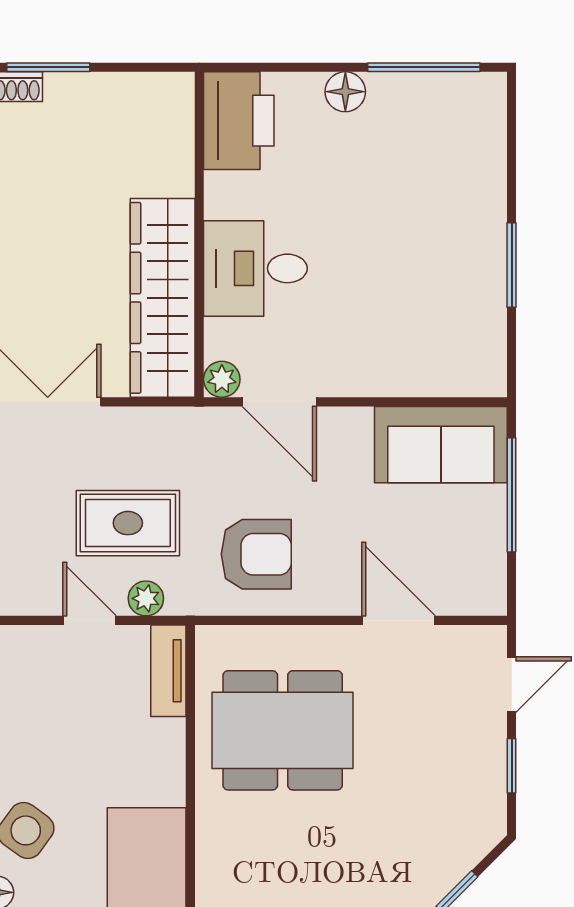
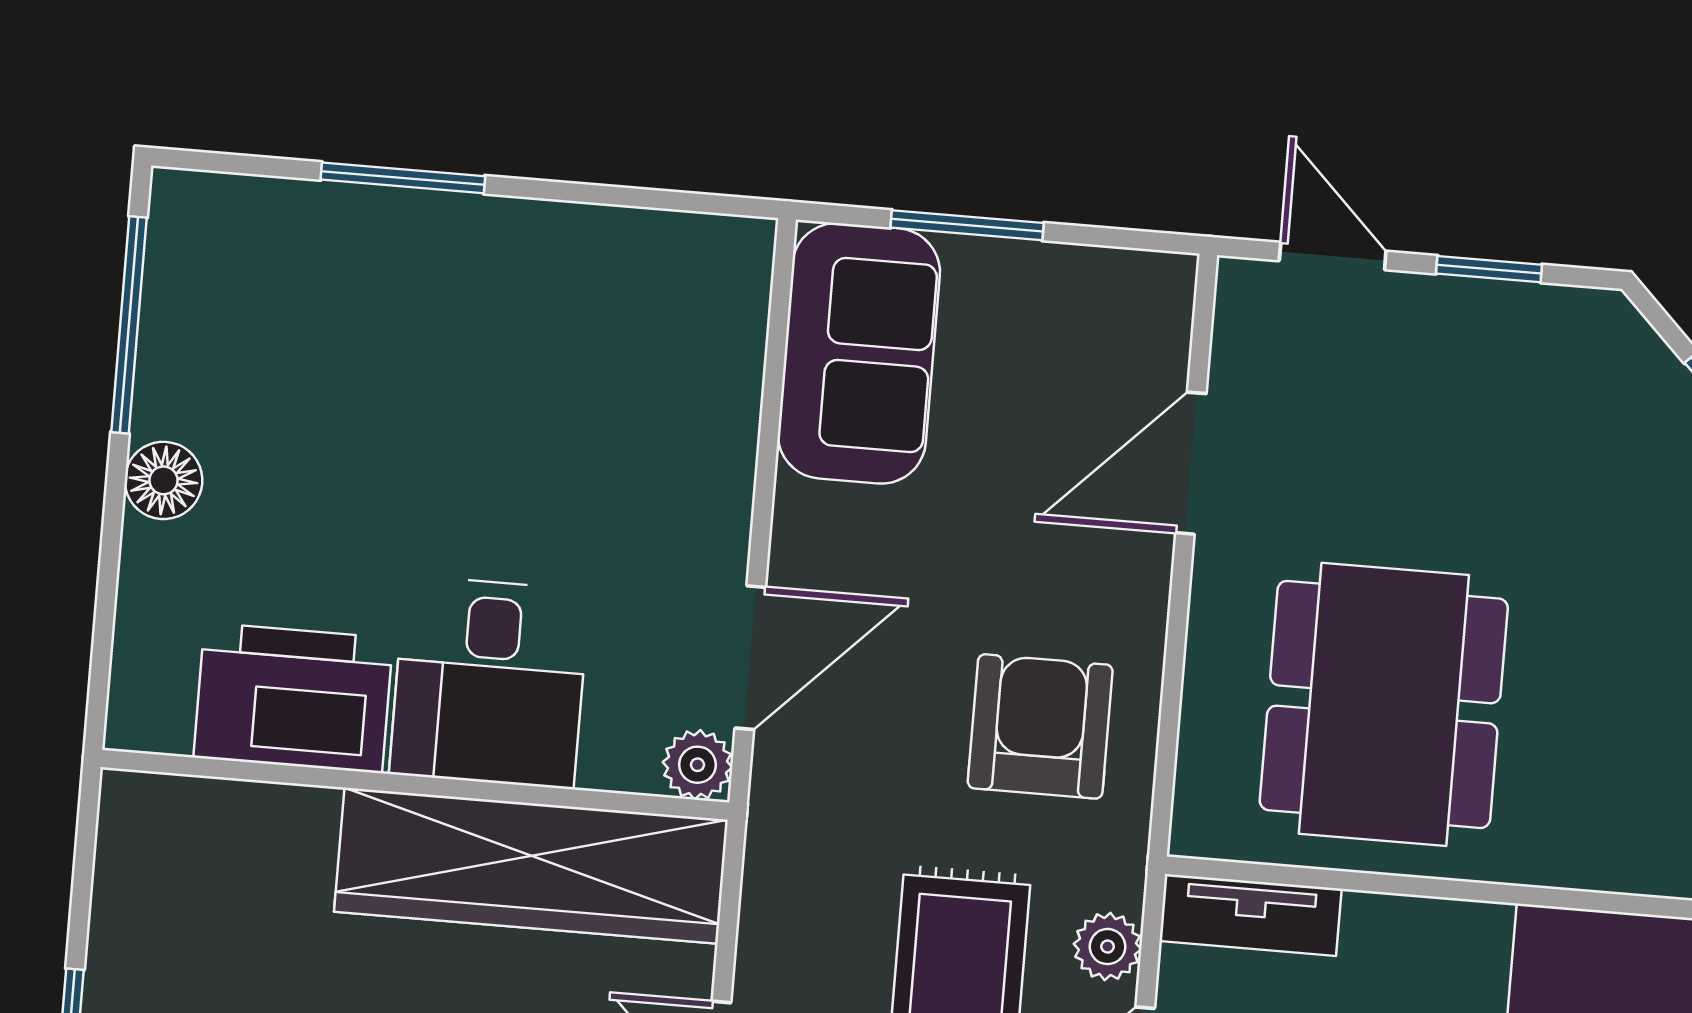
printer: (239, 121) -> (293, 698), moved
window: (512, 265) -> (403, 178), moved
window: (512, 495) -> (967, 225), width x0.69

